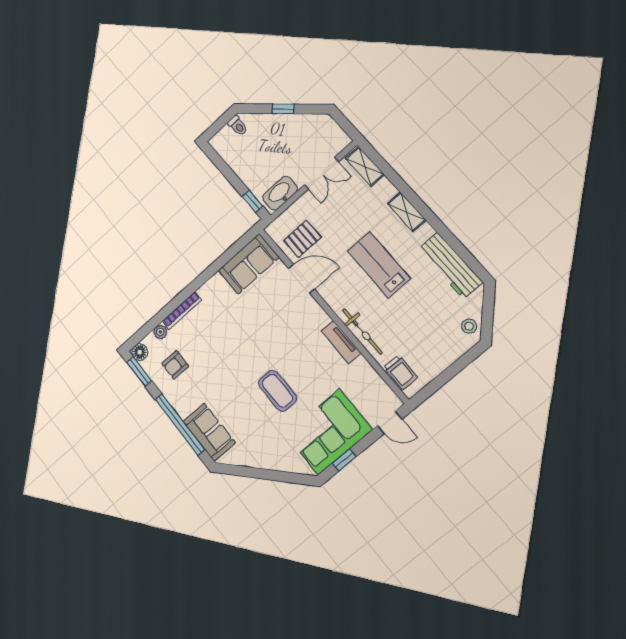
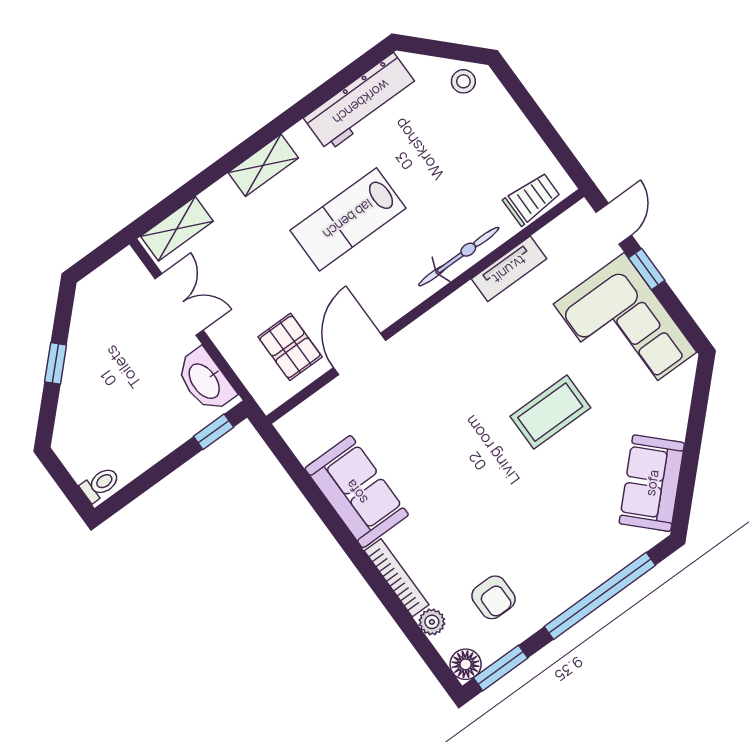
toilet: (238, 126) -> (100, 484), moved
sofa: (249, 264) -> (357, 492), moved
tv unit: (341, 342) -> (509, 269), moved
sofa: (209, 432) -> (652, 483), moved, turned -45
window: (344, 460) -> (647, 269), moved

